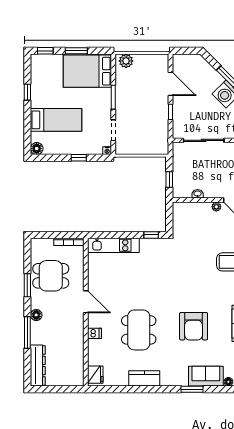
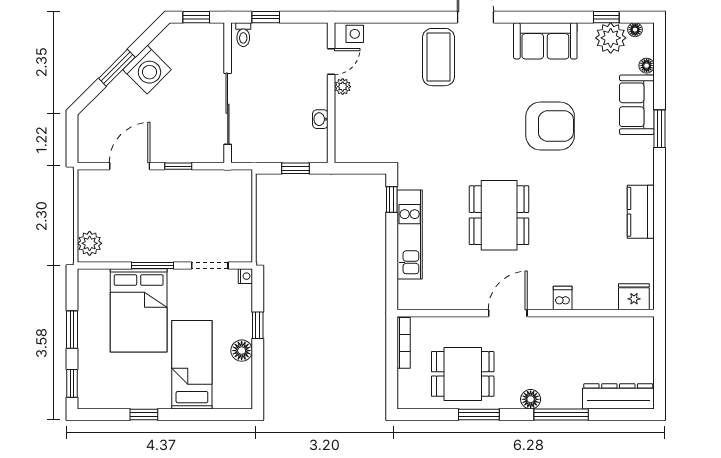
bed: (87, 71) -> (139, 310), moved
floor lamp: (37, 149) -> (242, 351), moved
kitchen unit: (113, 245) -> (410, 235), moved
dining table: (51, 276) -> (463, 374), turned 90
dining table: (139, 330) -> (499, 215), moved, turned 90

